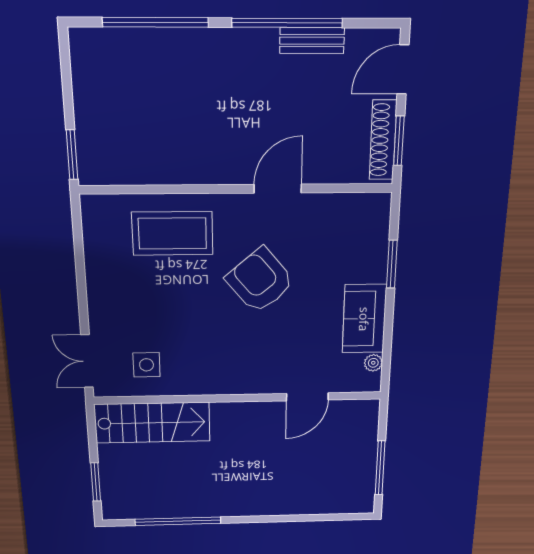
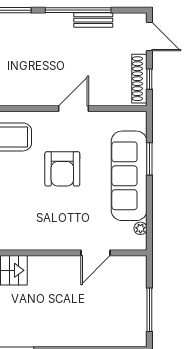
door: (403, 69) -> (149, 37), swing flipped
window: (399, 141) -> (149, 79), width x0.67
armchair: (260, 281) -> (62, 169), turned -140
sofa: (364, 319) -> (129, 176), width x1.85, depth x1.27

